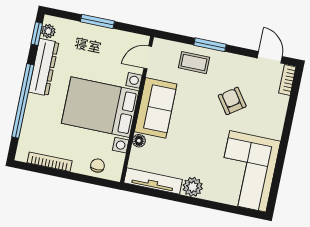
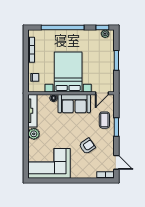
door: (148, 57) -> (102, 93), swing flipped
door: (270, 57) -> (116, 162), hinge flipped
dresser: (44, 67) -> (84, 35), removed

